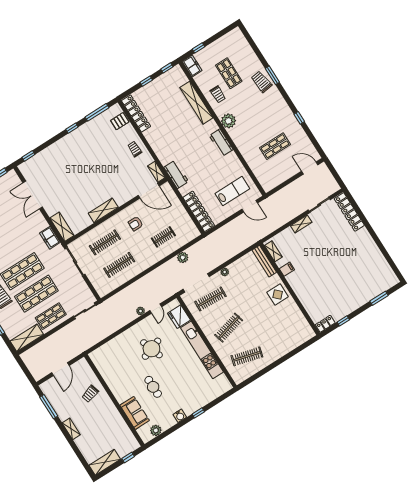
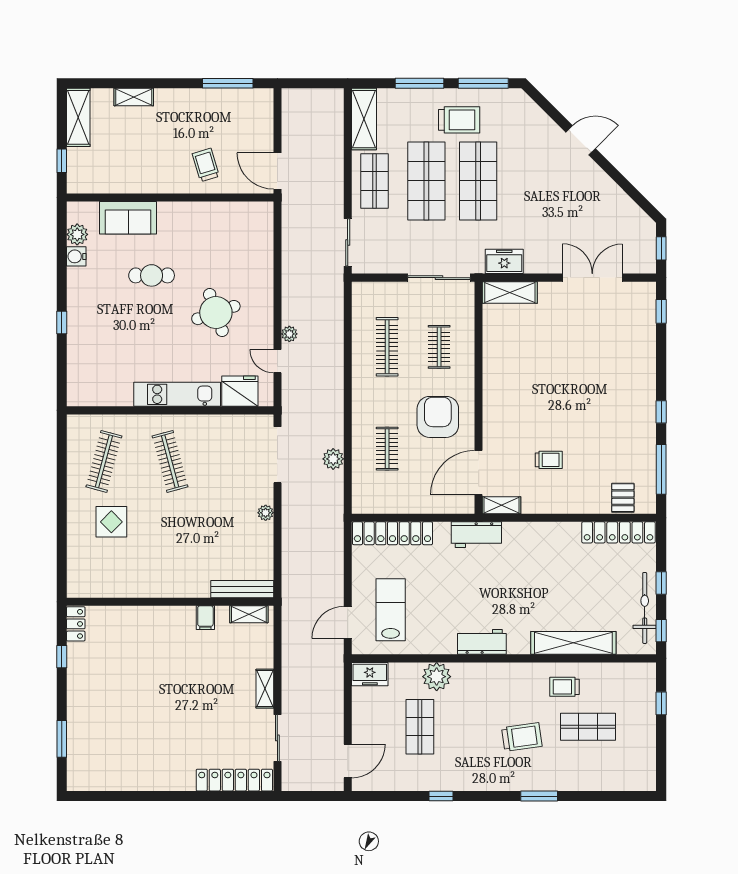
freezer: (192, 66) -> (370, 674), moved
bicycle: (162, 81) -> (645, 608), added
trolley: (261, 82) -> (522, 737), moved
plant: (228, 121) -> (437, 677), moved
trolley: (135, 149) -> (549, 460), moved
lab bench: (232, 191) -> (391, 610), turned 180
shelving: (103, 210) -> (494, 377), removed
armchair: (136, 224) -> (438, 417), width x1.88, depth x1.88
clothes rail: (105, 242) -> (439, 347), width x0.73
display table: (278, 294) -> (111, 522), moved
clothes rail: (211, 299) -> (236, 461), removed
kitchen unit: (202, 350) -> (177, 394), width x0.73
door: (60, 369) -> (277, 171), moved
water cooler: (180, 416) -> (76, 256), moved
shelving: (71, 429) -> (134, 97), moved

